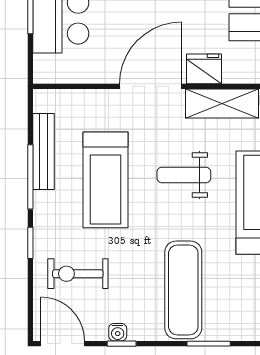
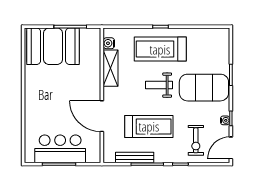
fridge: (204, 69) -> (93, 77), removed
door: (151, 86) -> (102, 116), moved
weight bench: (184, 175) -> (159, 85), moved, turned 90
exercise mat: (183, 290) -> (204, 88), width x1.47

